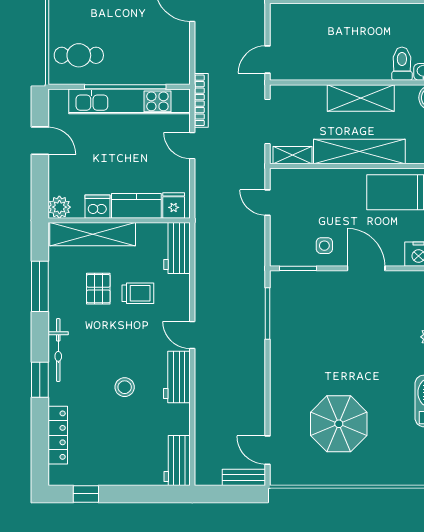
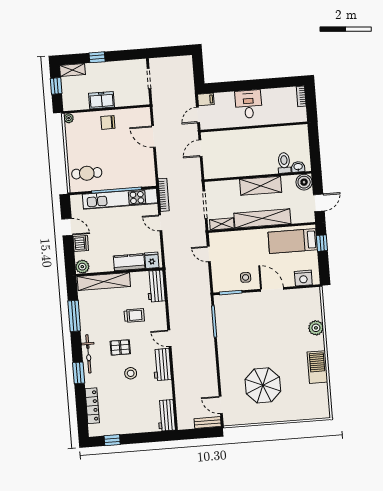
door: (267, 59) -> (201, 148), moved
dishwasher: (97, 207) -> (81, 244), moved, turned 90
pallet: (98, 289) -> (120, 347), moved, turned 90

